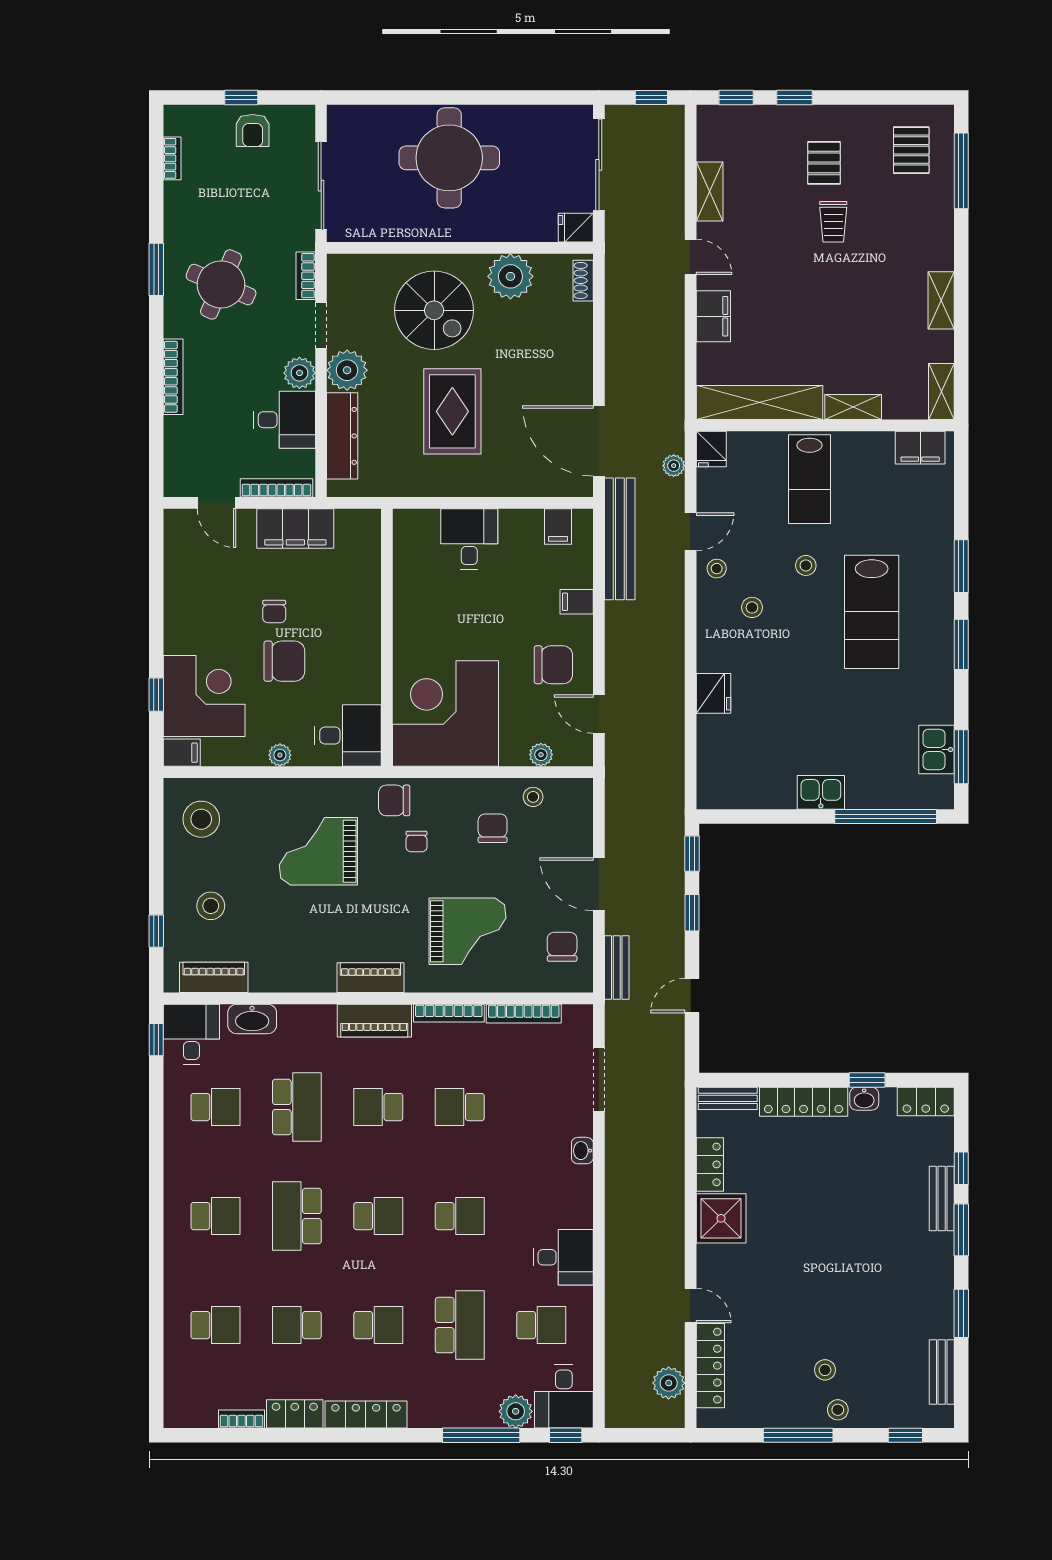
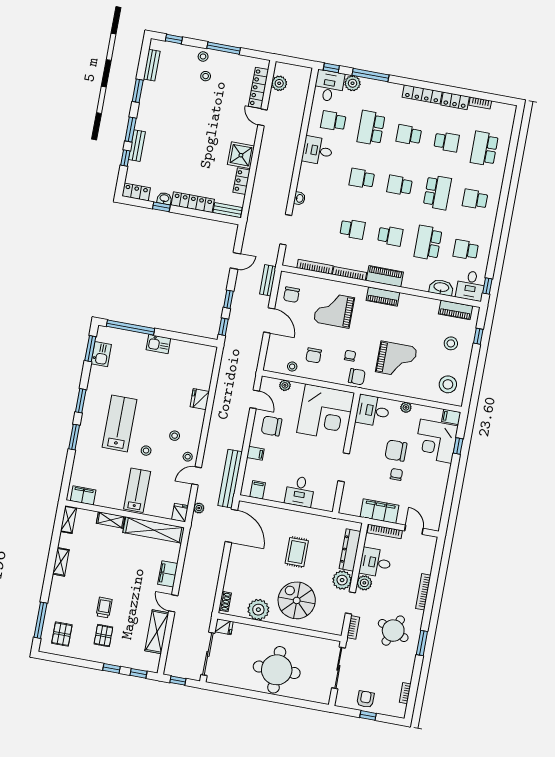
shelving: (710, 191) -> (157, 632), width x1.50, depth x1.33
rug: (452, 411) -> (297, 552), width x0.73, depth x0.70
doorway: (387, 606) -> (344, 467), added
school desk: (215, 1325) -> (484, 149), width x1.85

